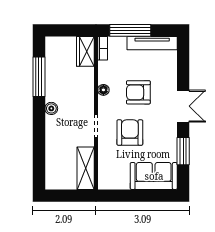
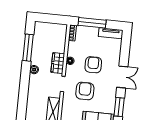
tv unit: (152, 43) -> (111, 33), width x0.71
wardrobe: (85, 51) -> (58, 63), moved
armchair: (138, 92) -> (93, 65), turned 90

